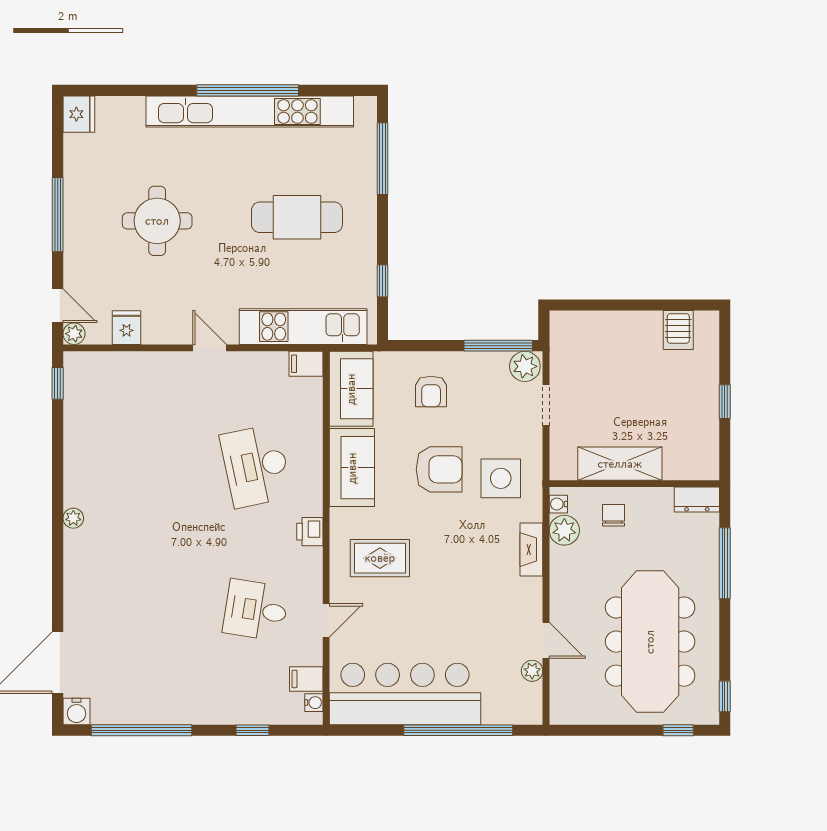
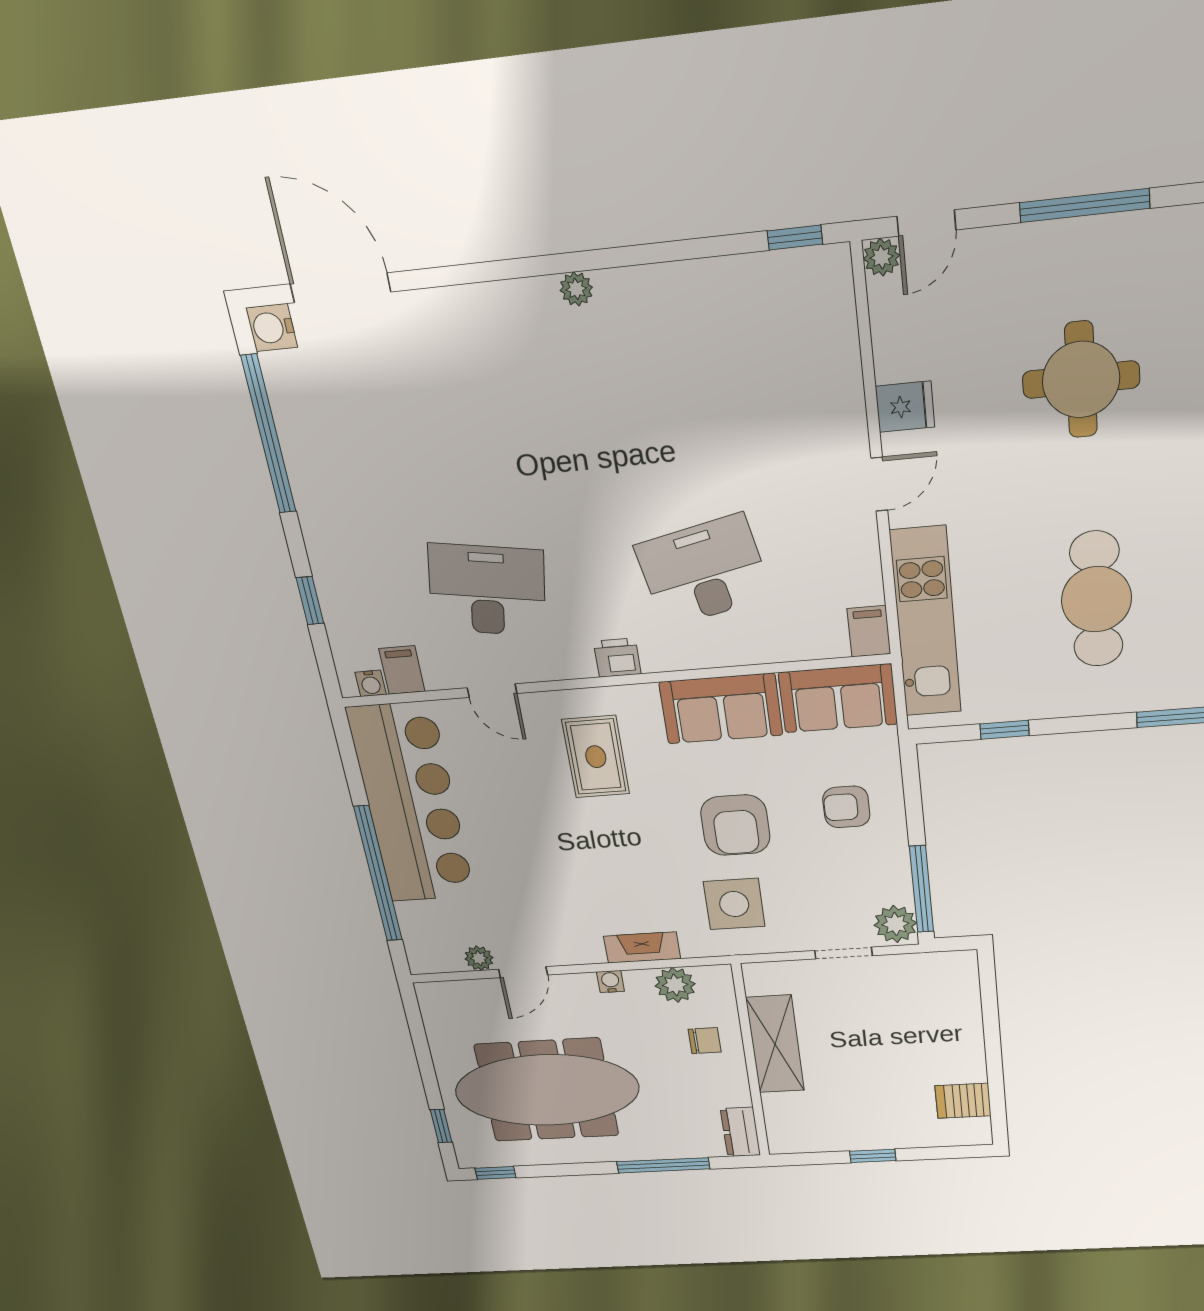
fridge: (127, 328) -> (905, 407), moved
water cooler: (558, 504) -> (610, 982), moved
desk: (256, 610) -> (487, 590), width x1.37

